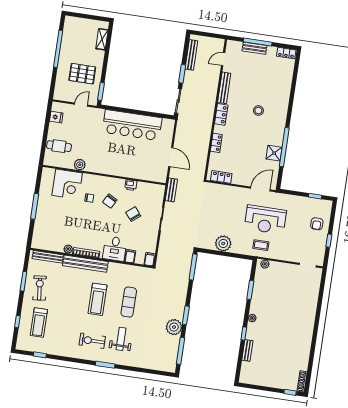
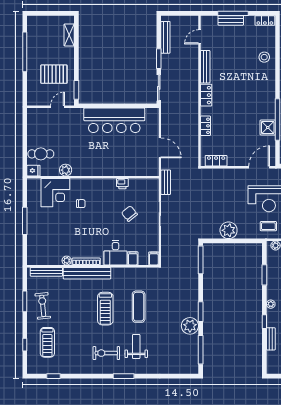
stool: (258, 111) -> (264, 57), moved
fridge: (56, 117) -> (33, 171), moved
chair: (110, 201) -> (103, 204), removed

